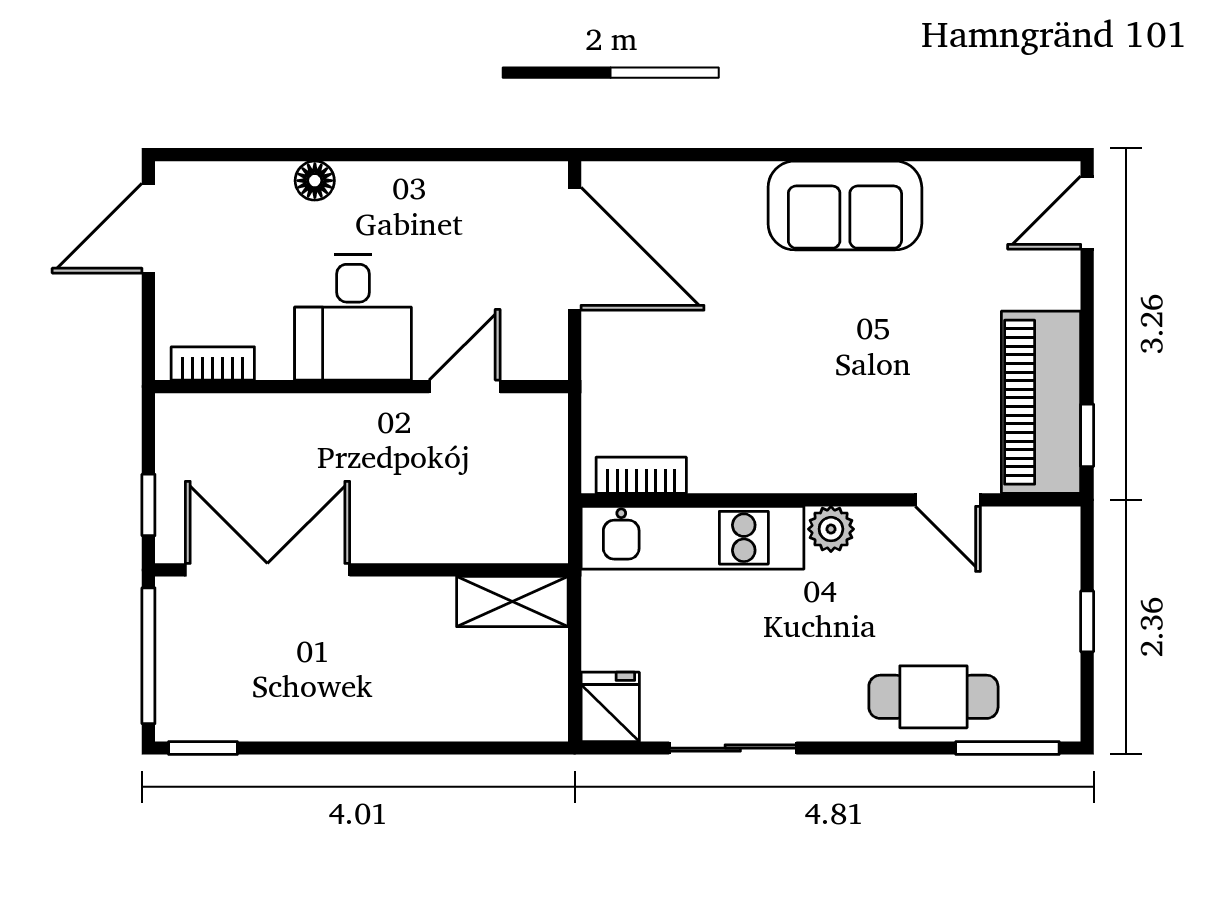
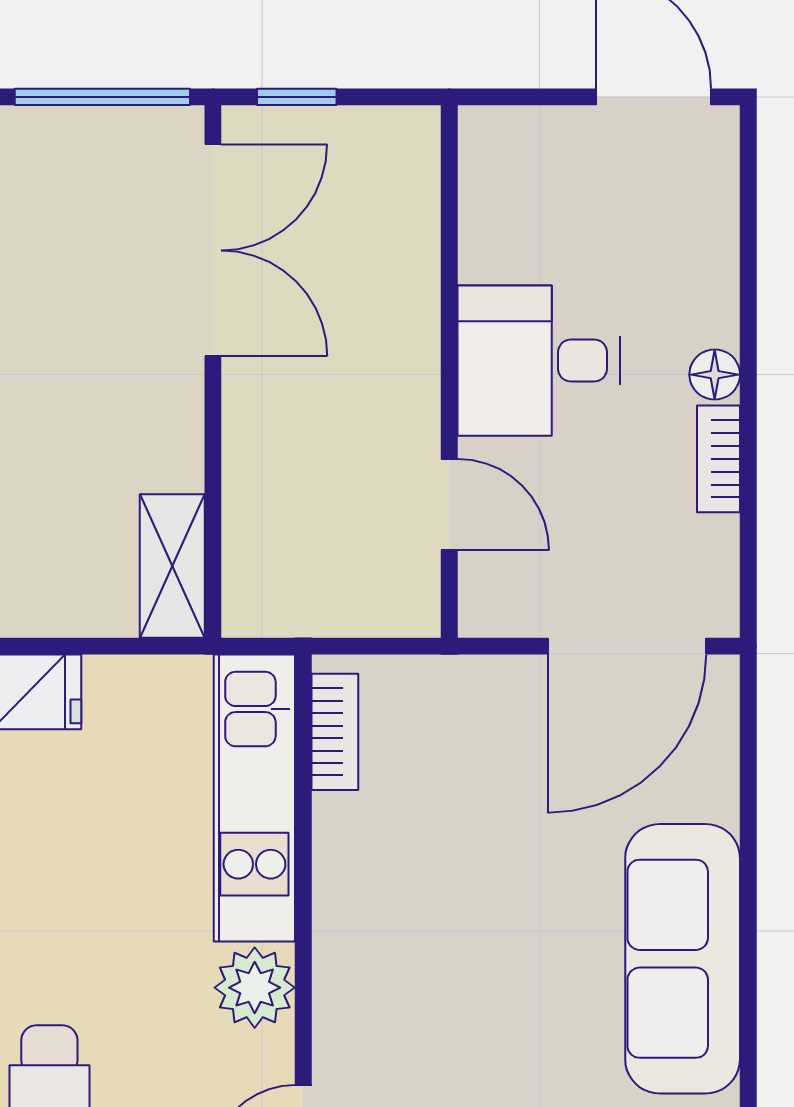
floor lamp: (315, 181) -> (715, 375), moved
sofa: (845, 205) -> (683, 959), width x1.36
bookcase: (213, 363) -> (718, 459), moved, turned 180
plant: (831, 529) -> (255, 988), width x1.38, depth x1.38

